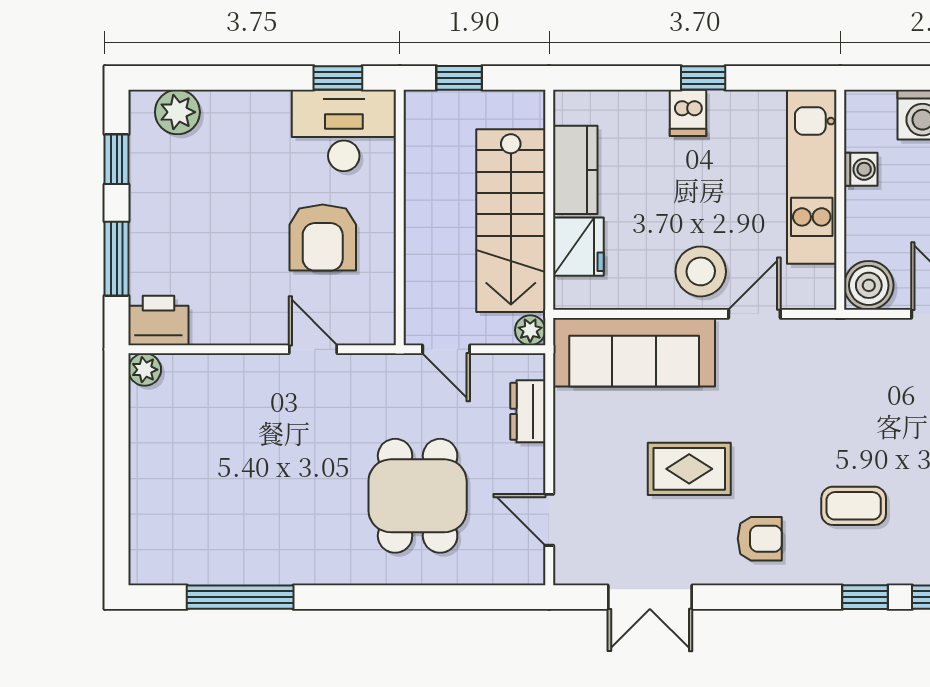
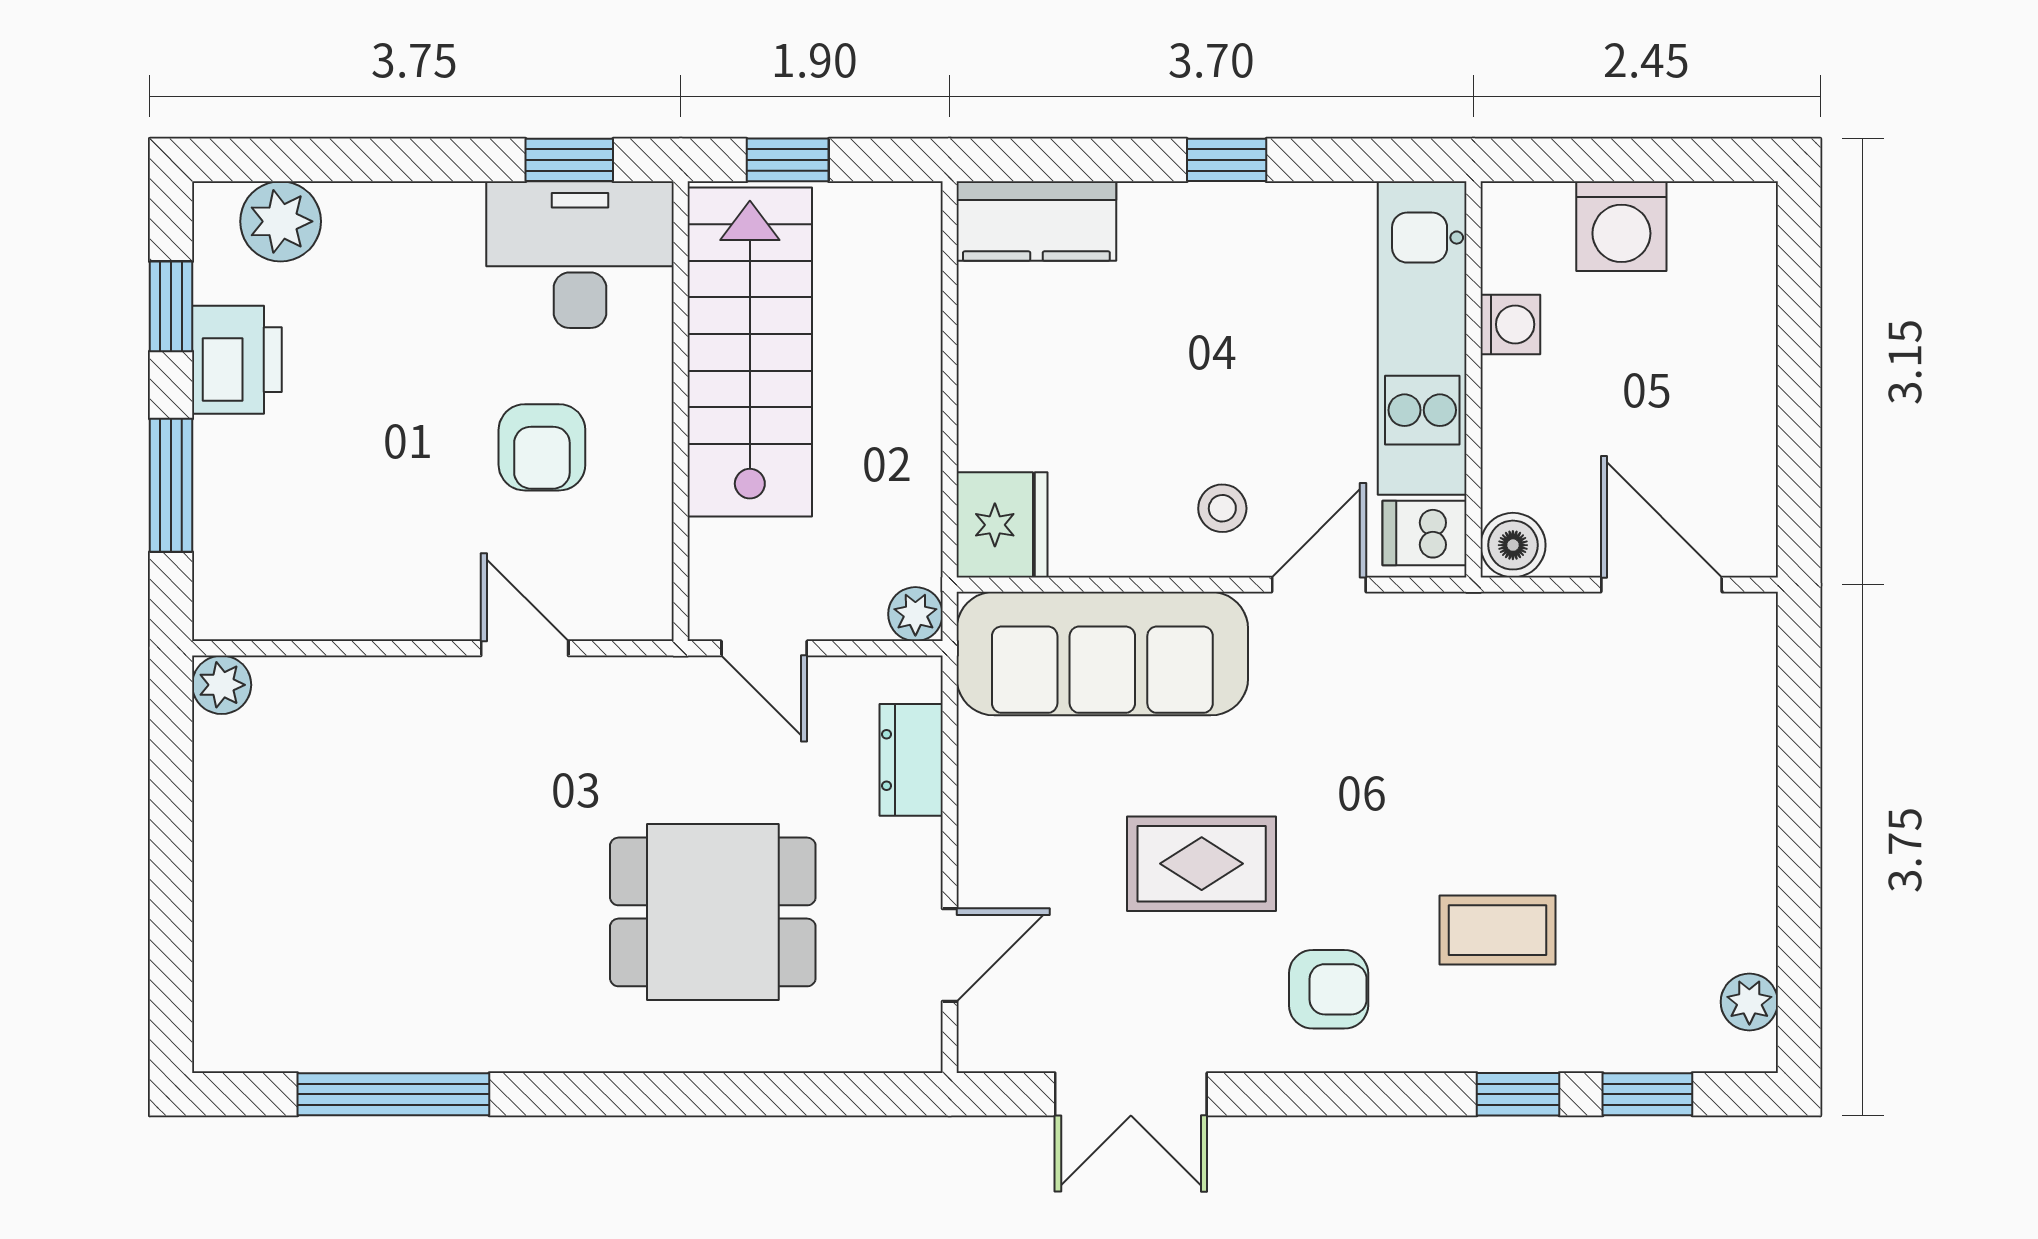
dishwasher: (688, 113) -> (1425, 533), moved, turned 90
kitchen counter: (575, 170) -> (1036, 221), moved, turned 90
stairs: (511, 221) -> (750, 352), moved, turned 180
armchair: (323, 238) -> (542, 447), width x0.72, depth x0.72
fridge: (578, 247) -> (1002, 525), moved
stool: (701, 271) -> (1222, 508), width x0.53, depth x0.53
boiler: (869, 285) -> (1513, 545), width x0.73, depth x0.73
printer: (158, 320) -> (237, 360), moved, turned 90
dining table: (418, 496) -> (713, 912), turned 90
door: (549, 520) -> (950, 955), swing flipped

